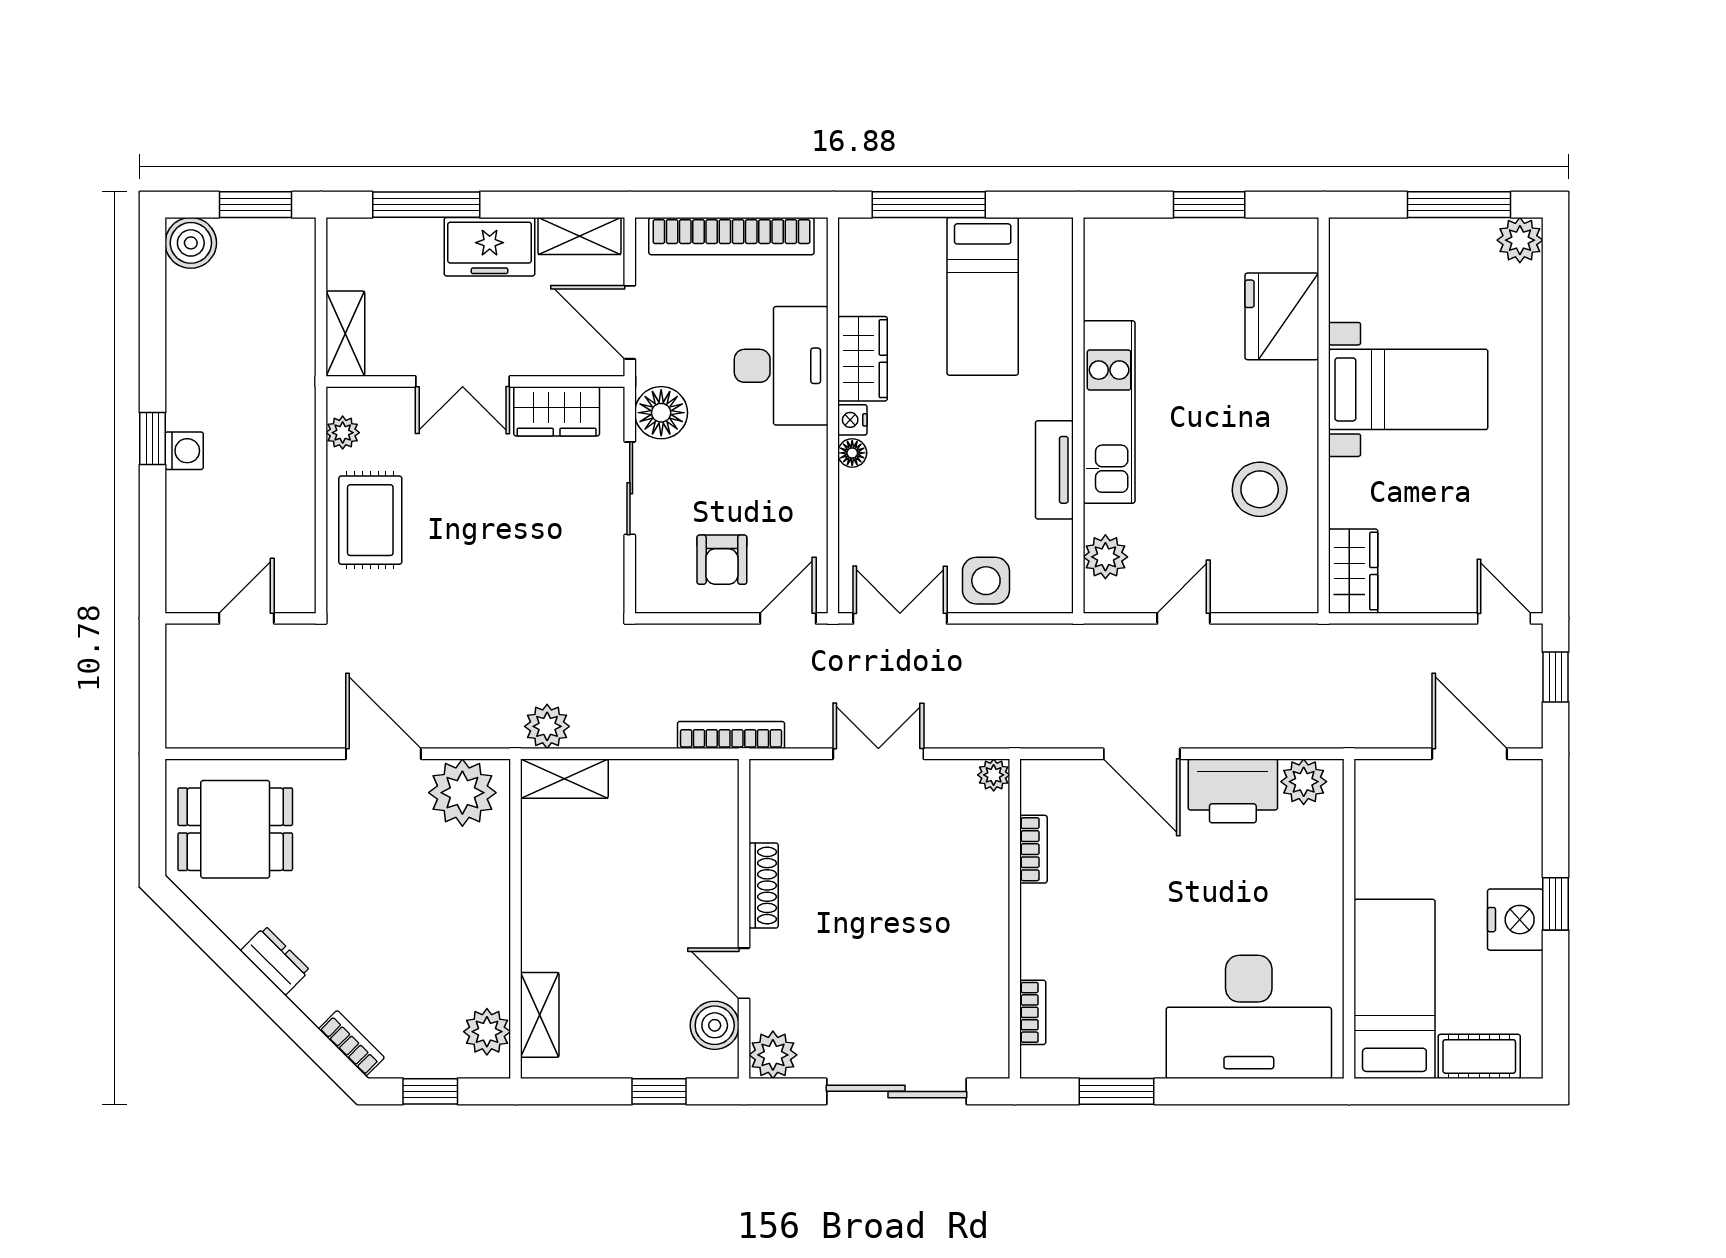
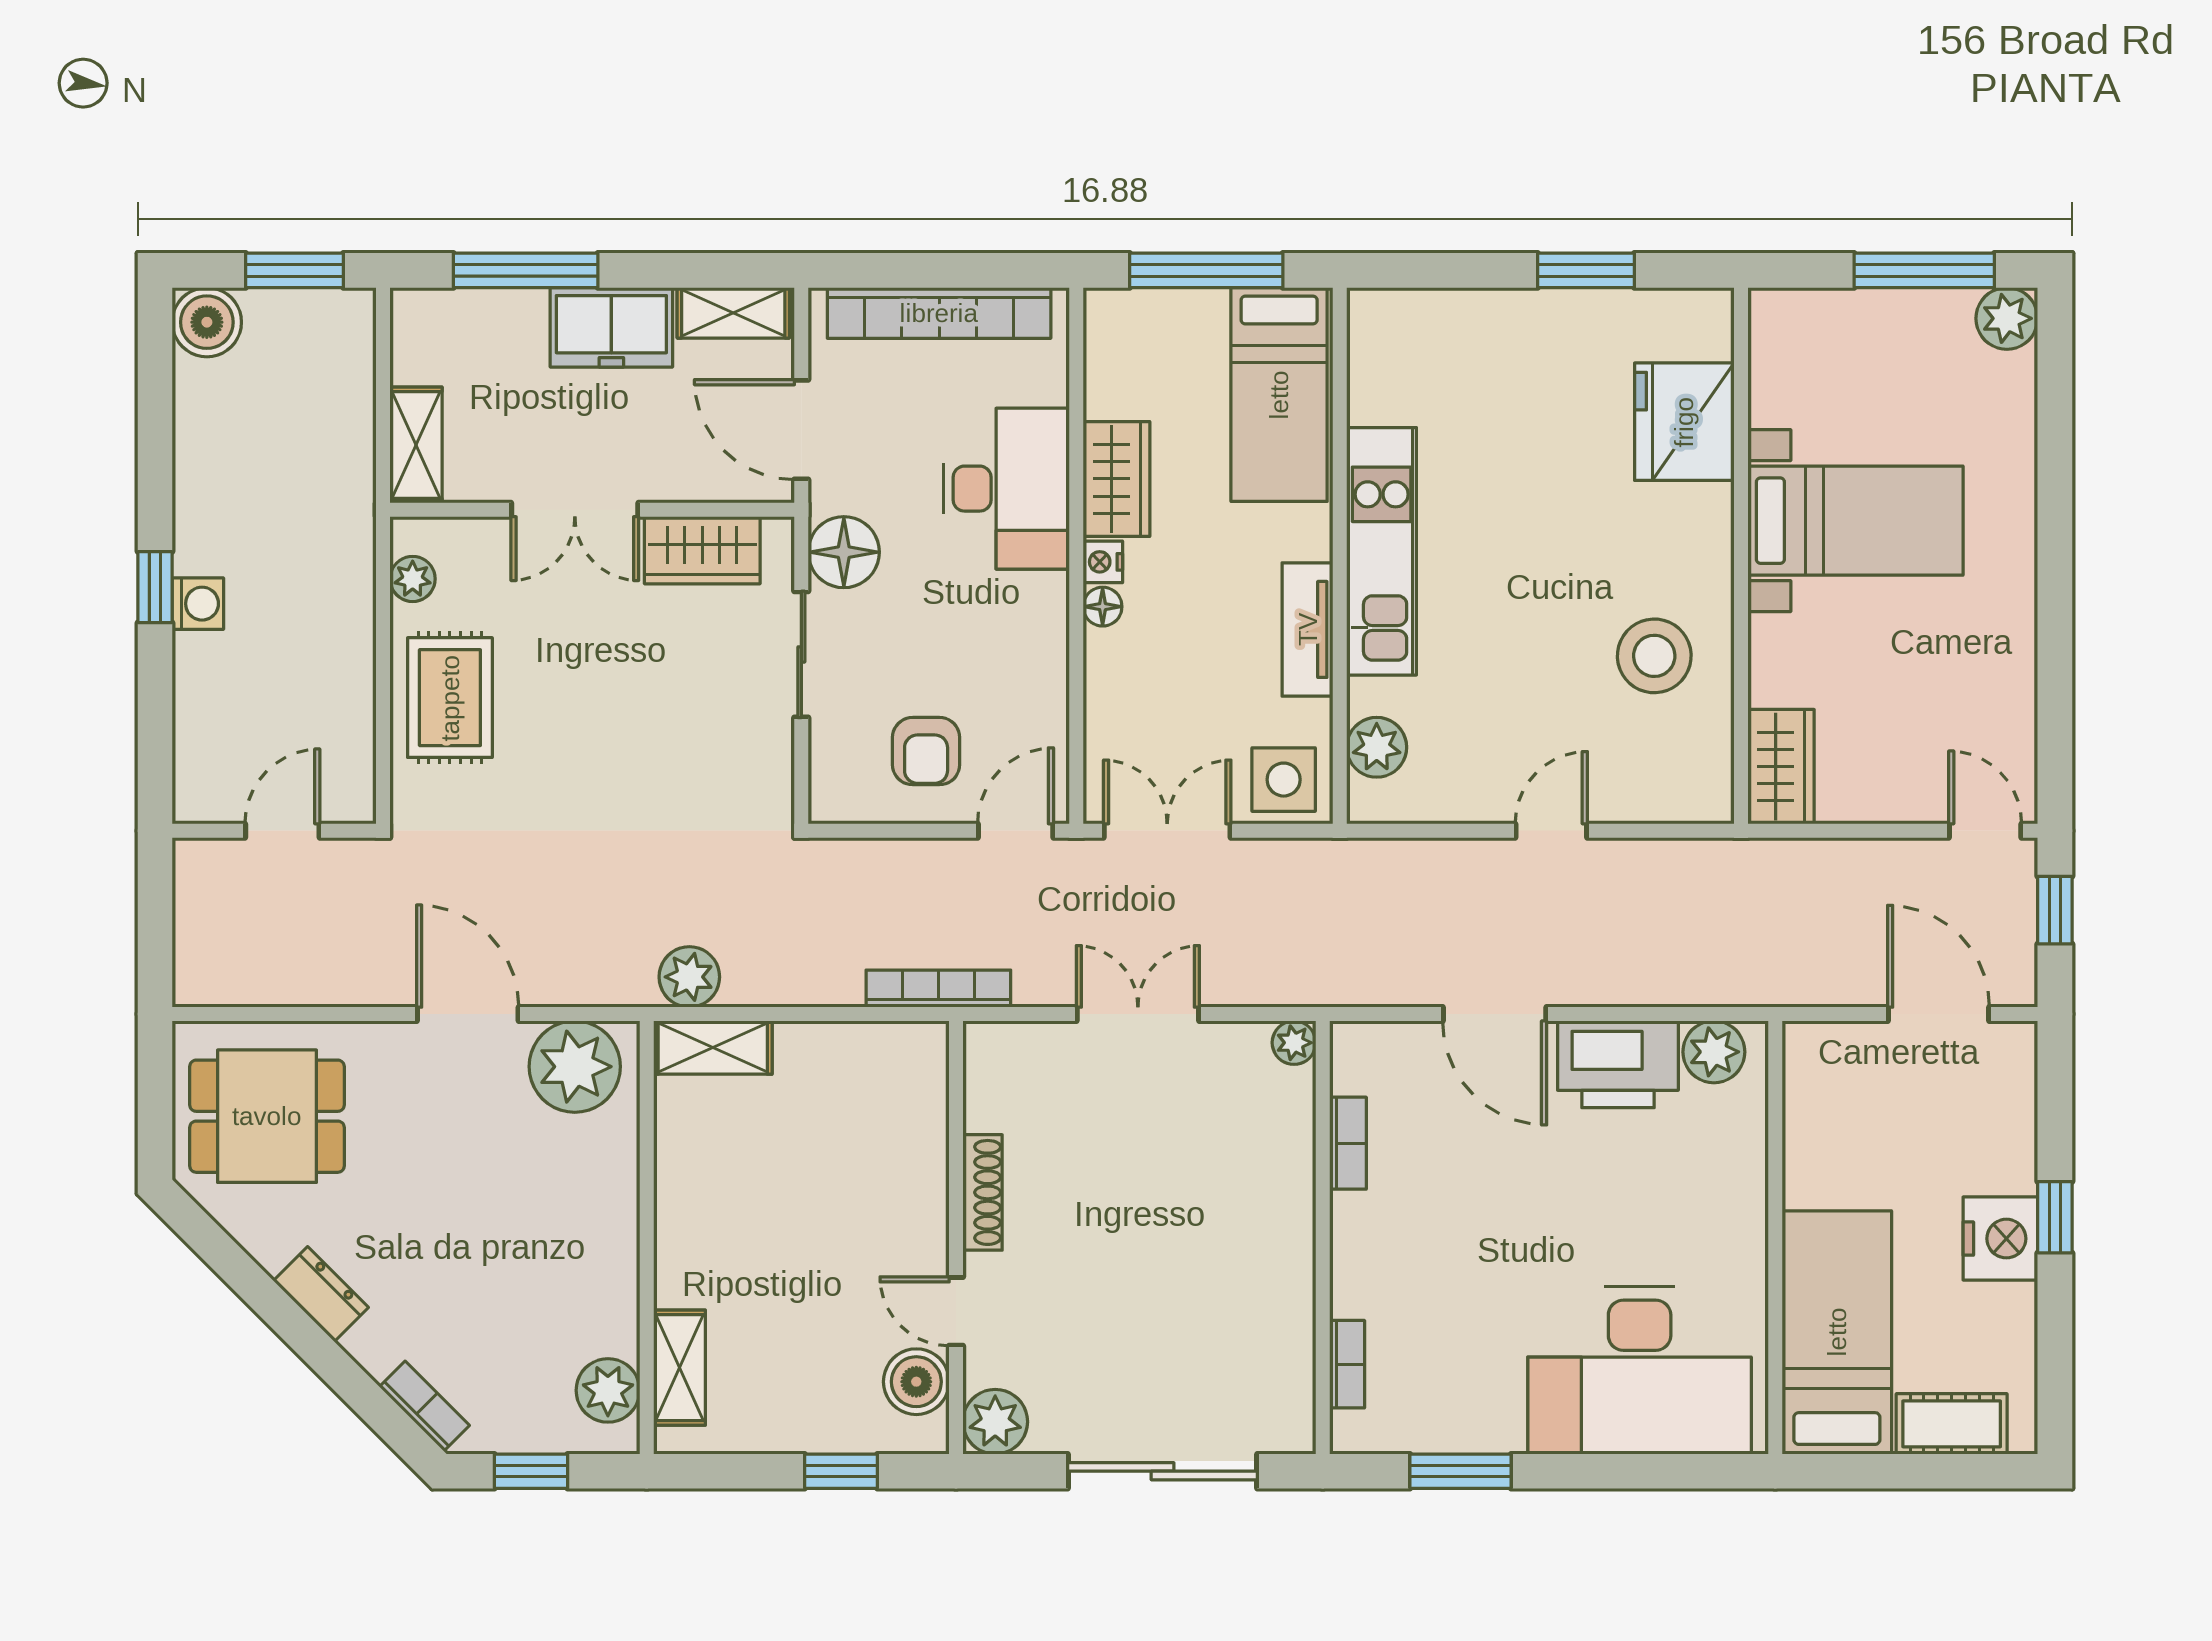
kitchen unit: (1109, 412) -> (1382, 551), moved
wall: (1078, 415) -> (1340, 556), moved
tv unit: (1054, 470) -> (1308, 629), moved
plant: (1105, 557) -> (1377, 747), moved

